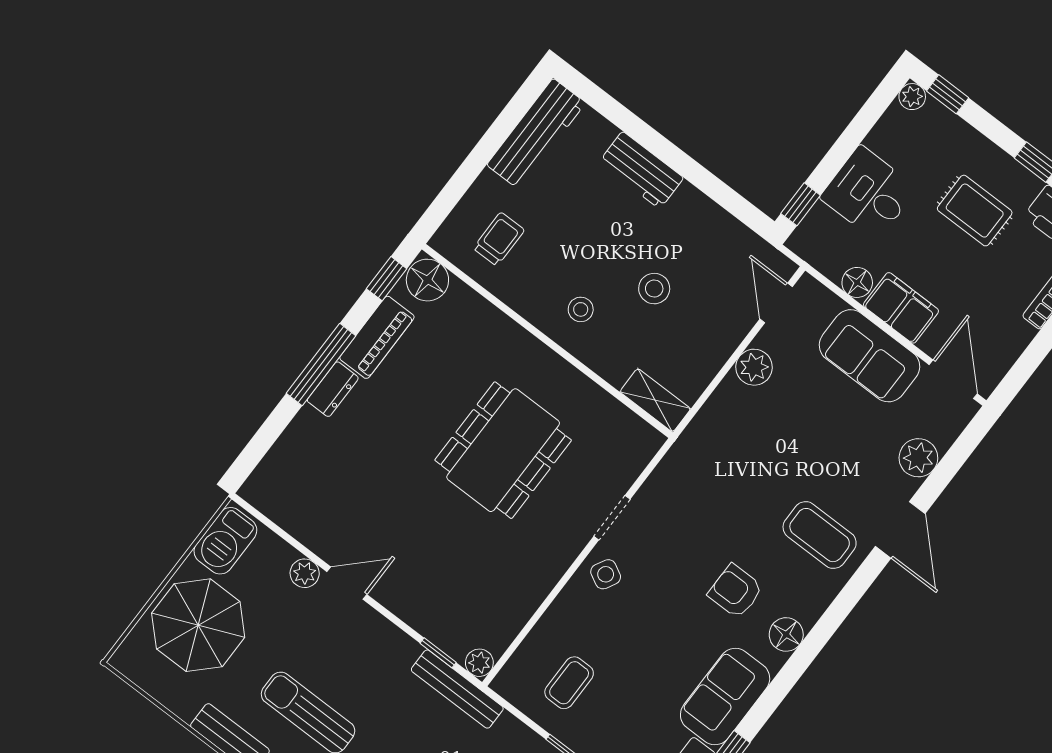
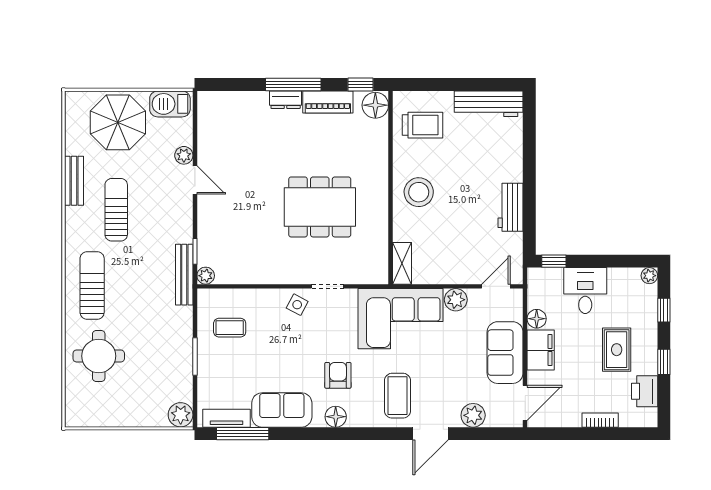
window: (948, 94) -> (664, 310), moved
workbench: (641, 170) -> (511, 207), moved
trolley: (499, 239) -> (423, 125), width x1.36, depth x1.39
stool: (654, 289) -> (457, 221), removed
stool: (581, 309) -> (419, 192), width x1.89, depth x1.89
corner sofa: (724, 456) -> (400, 319), added

